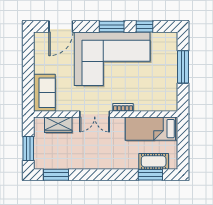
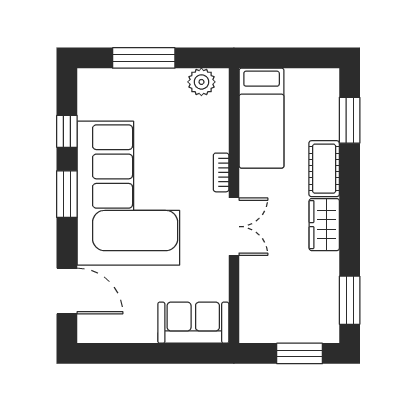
plant: (170, 97) -> (201, 82), added
wardrobe: (58, 125) -> (324, 225), moved, turned 180
cot: (154, 161) -> (324, 169), moved

